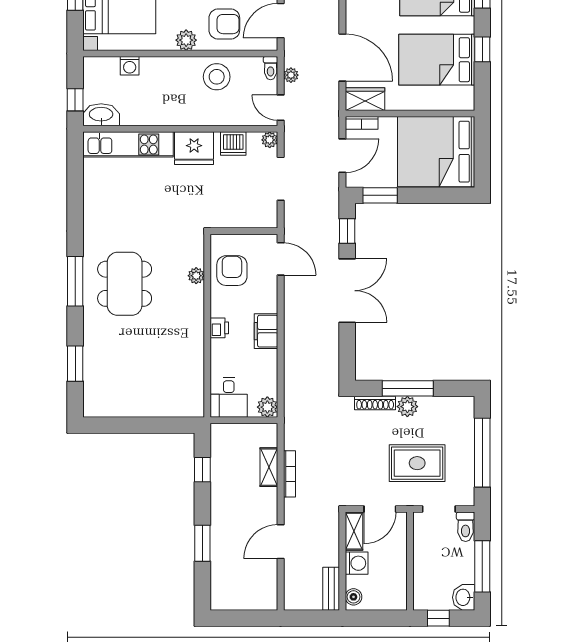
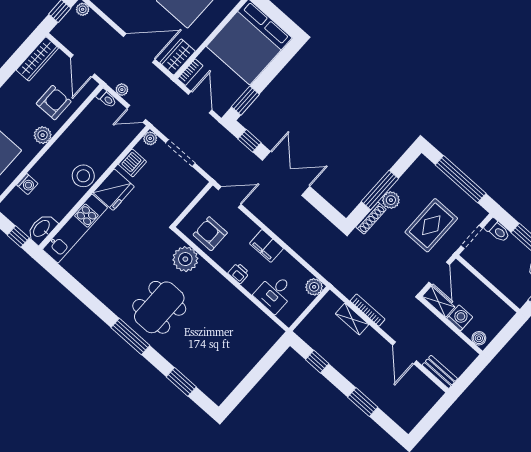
stool: (217, 77) -> (83, 176), moved
plant: (196, 276) -> (185, 259), width x1.87, depth x1.87
dining table: (125, 284) -> (159, 307), turned 90
desk: (229, 397) -> (274, 293), moved, turned 90
bench: (331, 589) -> (440, 372), moved

